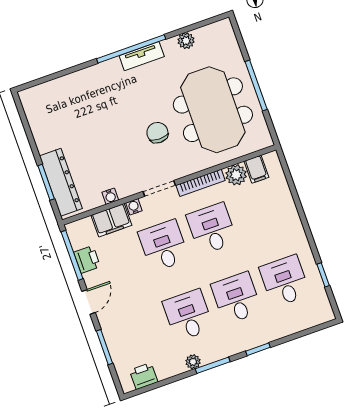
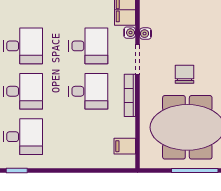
chair: (157, 133) -> (185, 74), turned -90
plant: (236, 175) -> (126, 127), removed
water cooler: (110, 196) -> (145, 34), moved

